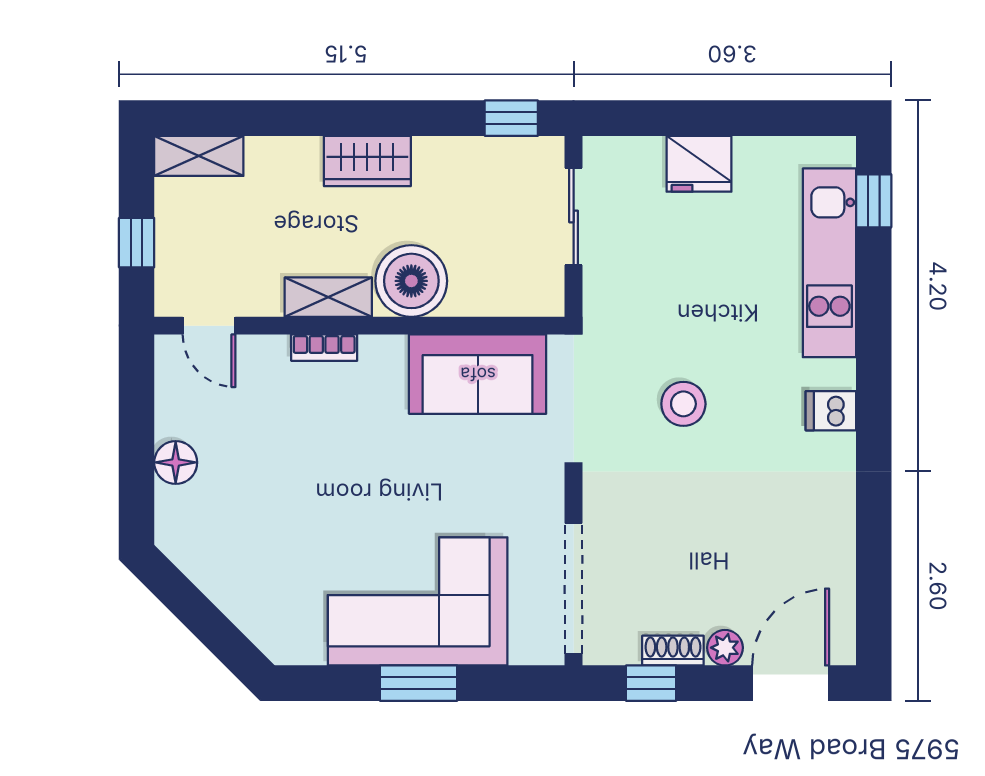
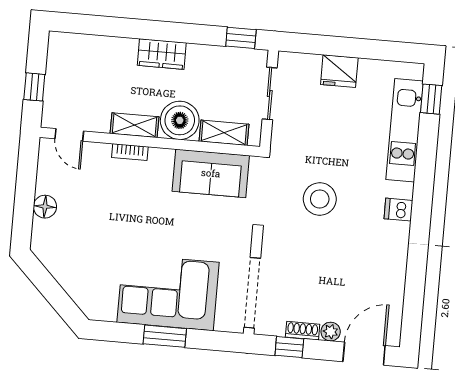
shelving: (199, 156) -> (224, 133), moved
stool: (683, 404) -> (320, 199), width x1.38, depth x1.38

